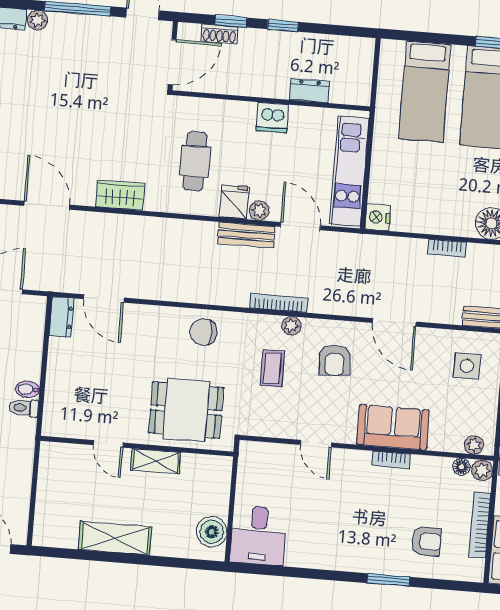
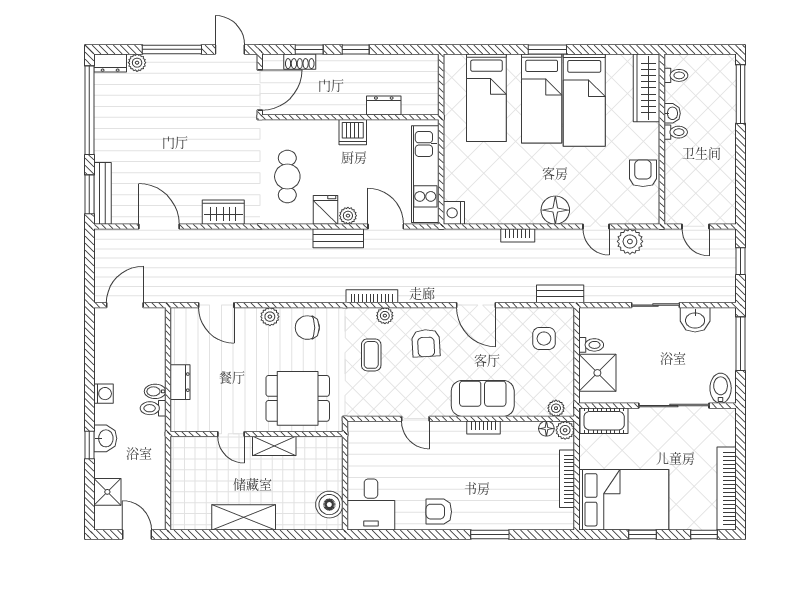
plant: (163, 316) -> (270, 317), added
dresser: (61, 317) -> (180, 382), moved
armchair: (426, 541) -> (439, 512), moved, turned 180

